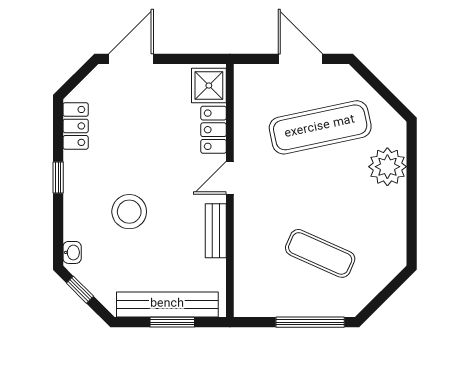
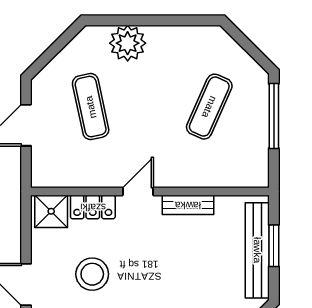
exercise mat: (320, 127) -> (91, 107), width x0.73, depth x0.69
door: (230, 178) -> (138, 192), swing flipped
stool: (129, 212) -> (92, 274), moved

